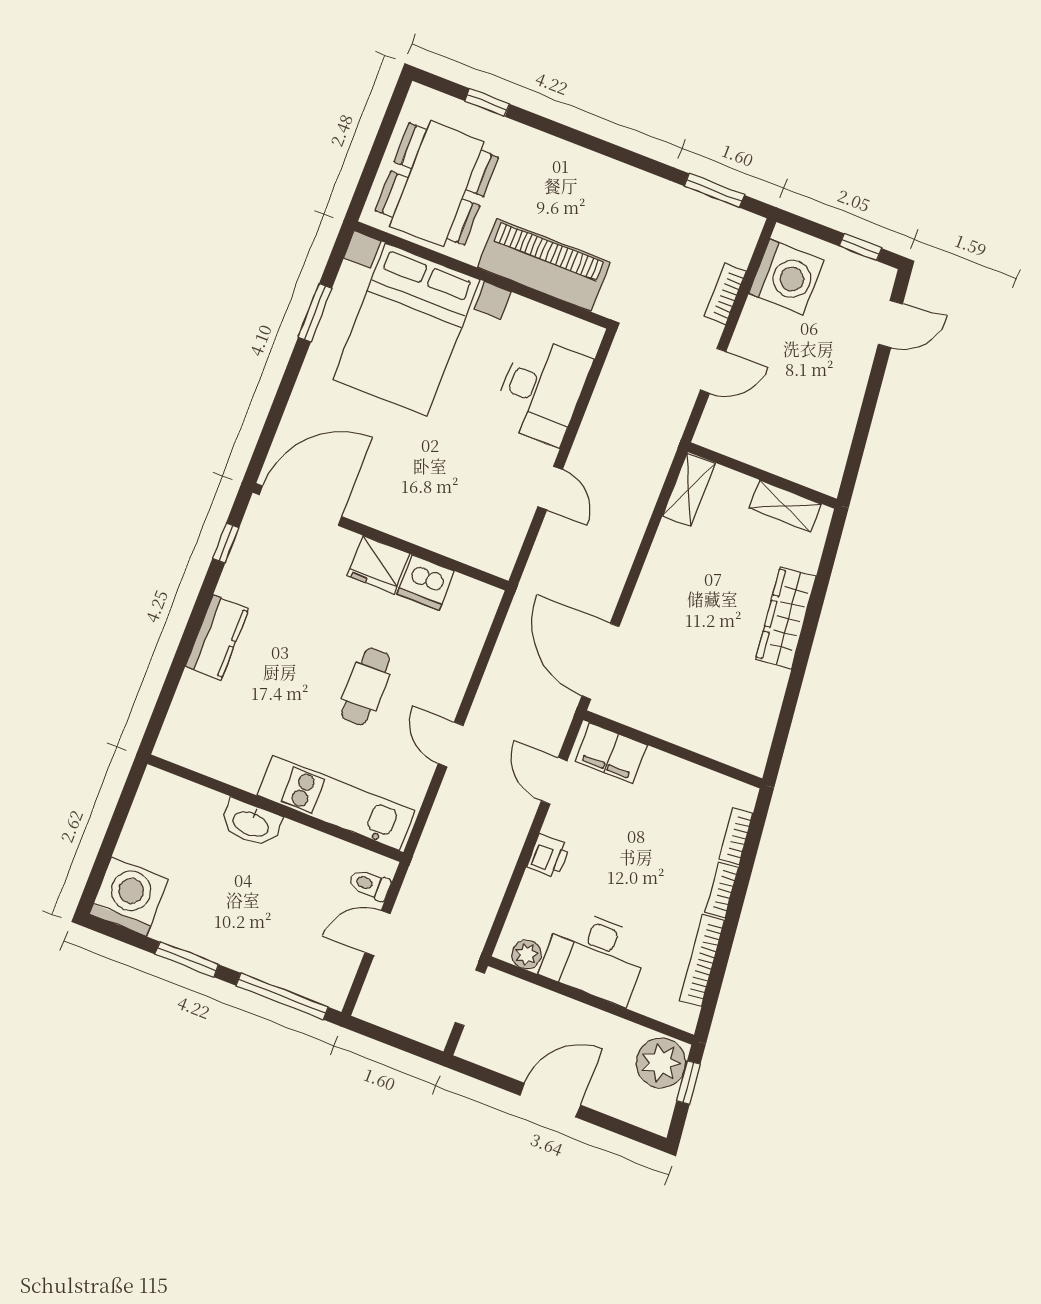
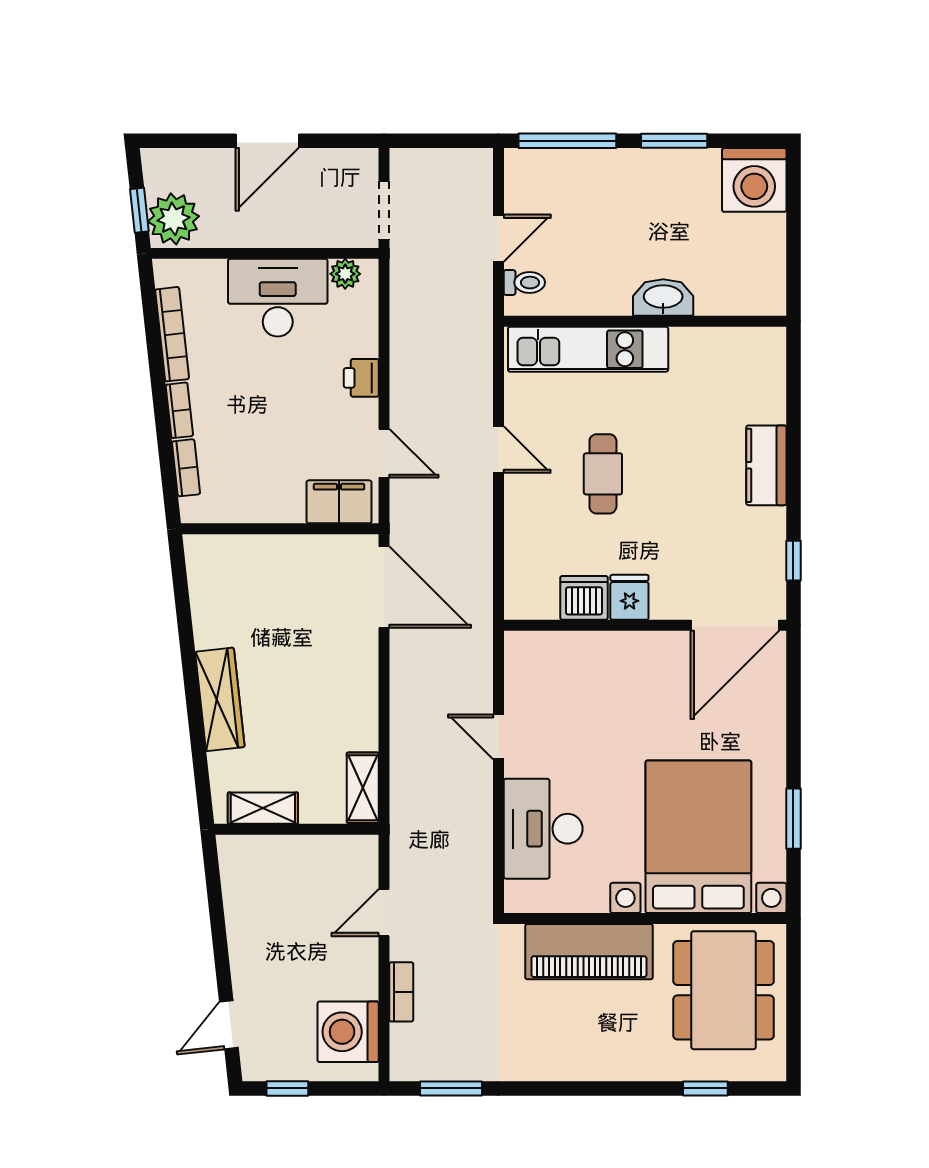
fridge: (378, 565) -> (629, 597), width x0.72

